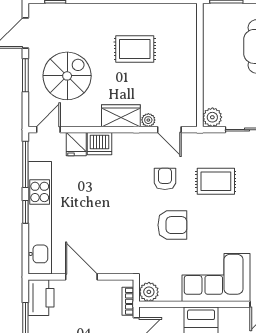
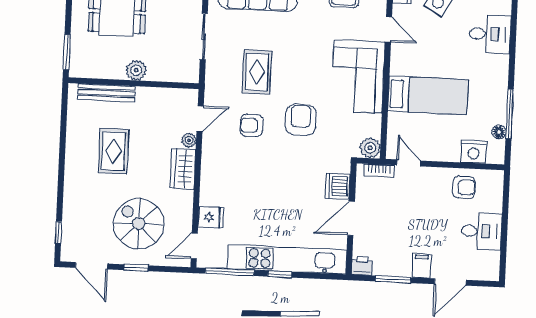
bench: (190, 40) -> (106, 93), added
window: (25, 75) -> (136, 268), width x0.67
plant: (212, 117) -> (136, 70), moved
door: (48, 130) -> (194, 246), hinge flipped
dishwasher: (99, 144) -> (338, 186), moved, turned 180
printer: (41, 298) -> (362, 266), width x0.53, depth x0.68

